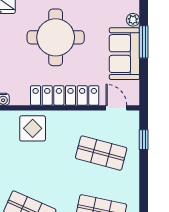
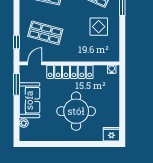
window: (144, 42) -> (16, 84), moved
door: (116, 108) -> (35, 63), swing flipped
display table: (33, 128) -> (99, 27), moved

